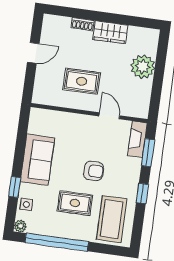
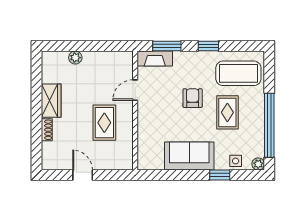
plant: (143, 67) -> (75, 58), width x0.53, depth x0.53

